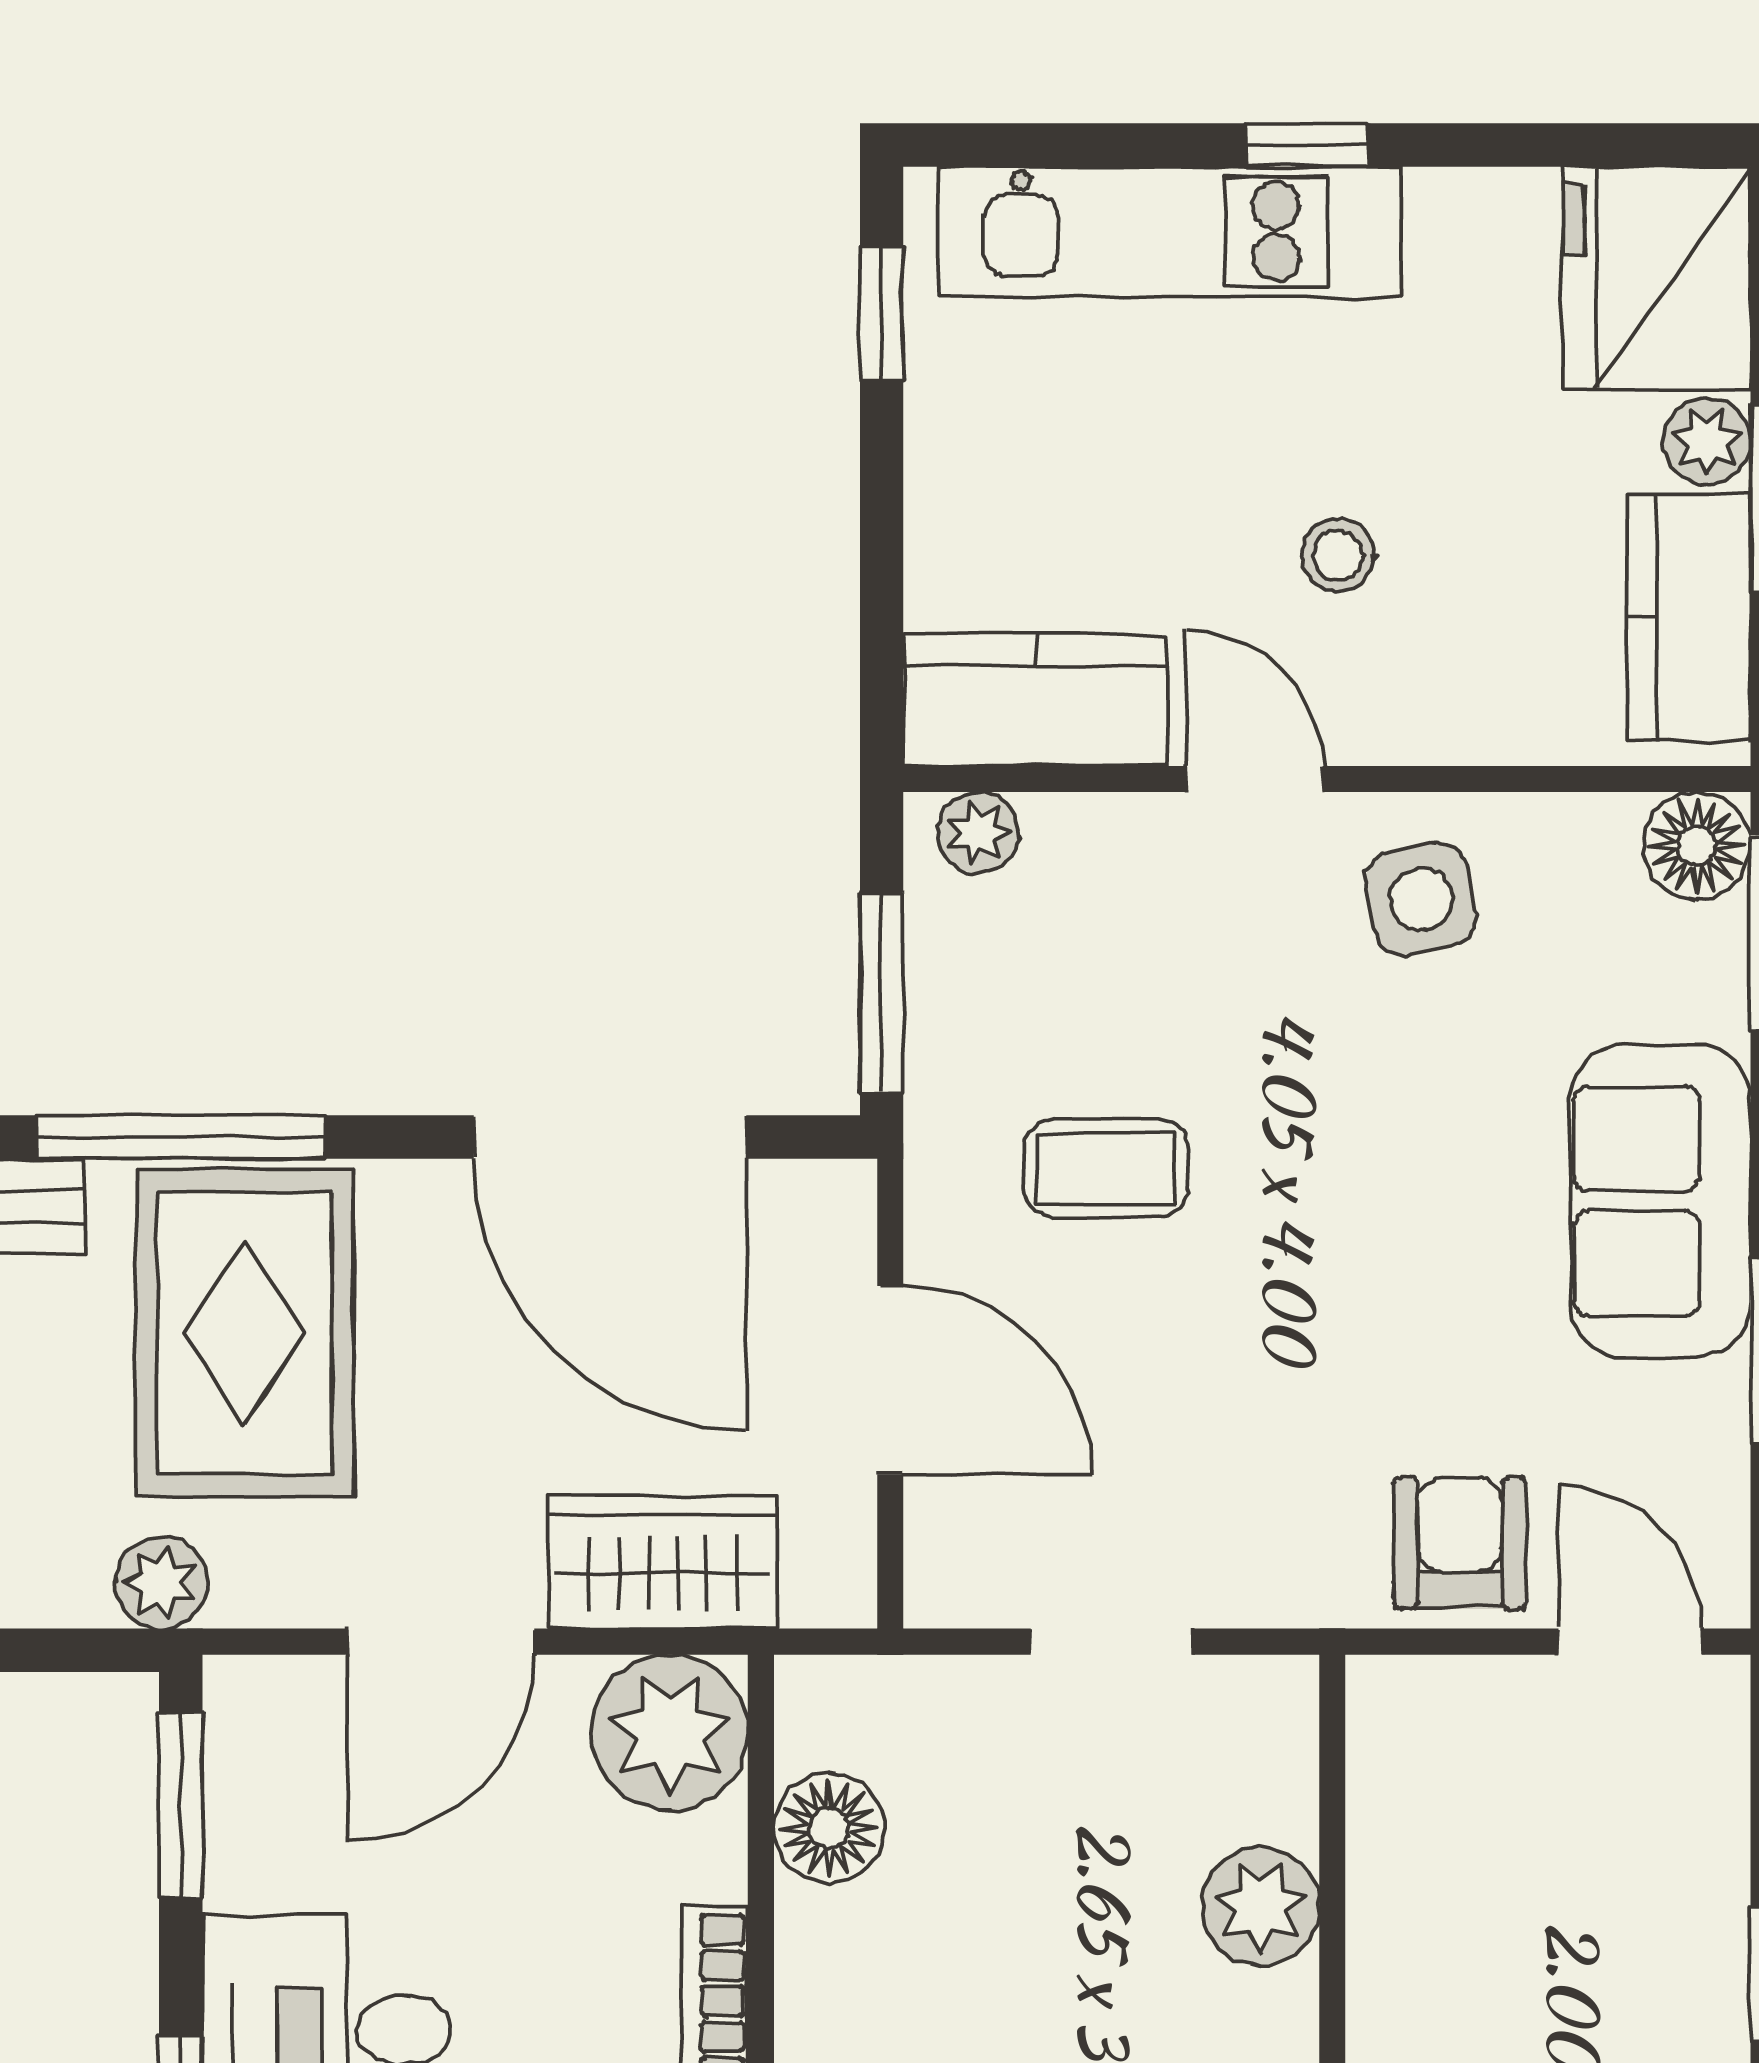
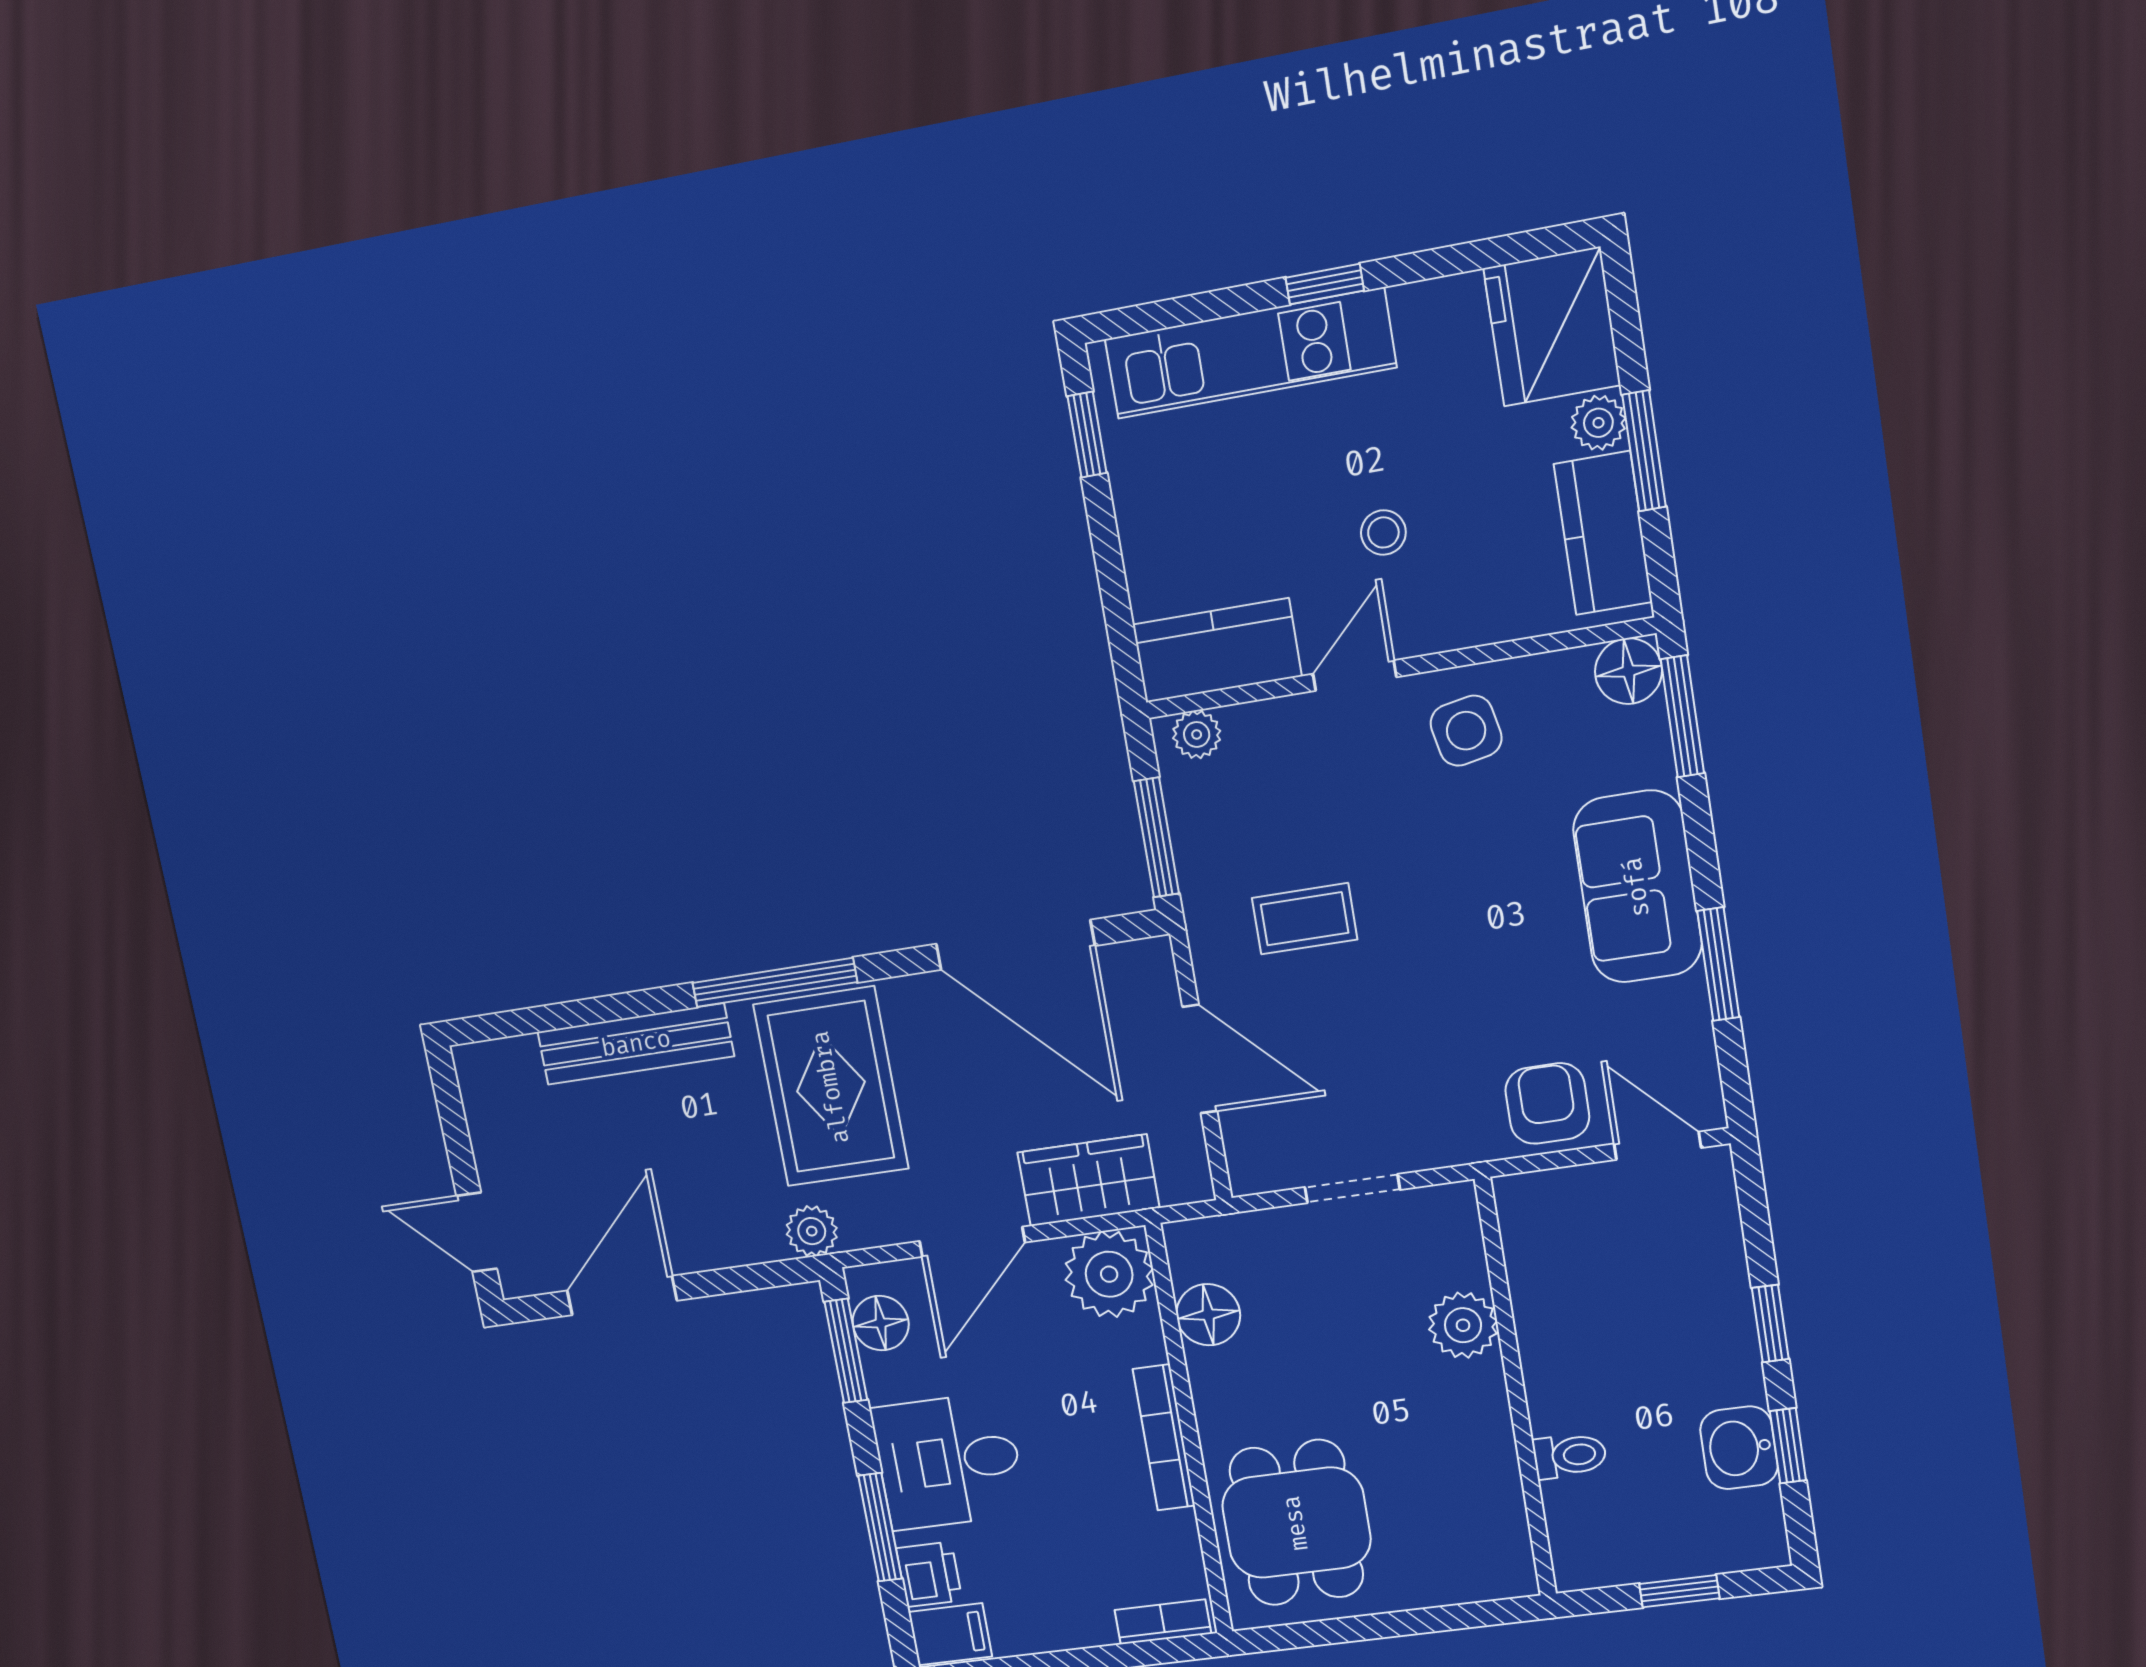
door: (1254, 779) -> (1355, 676), hinge flipped
floor lamp: (252, 1764) -> (881, 1323), added

